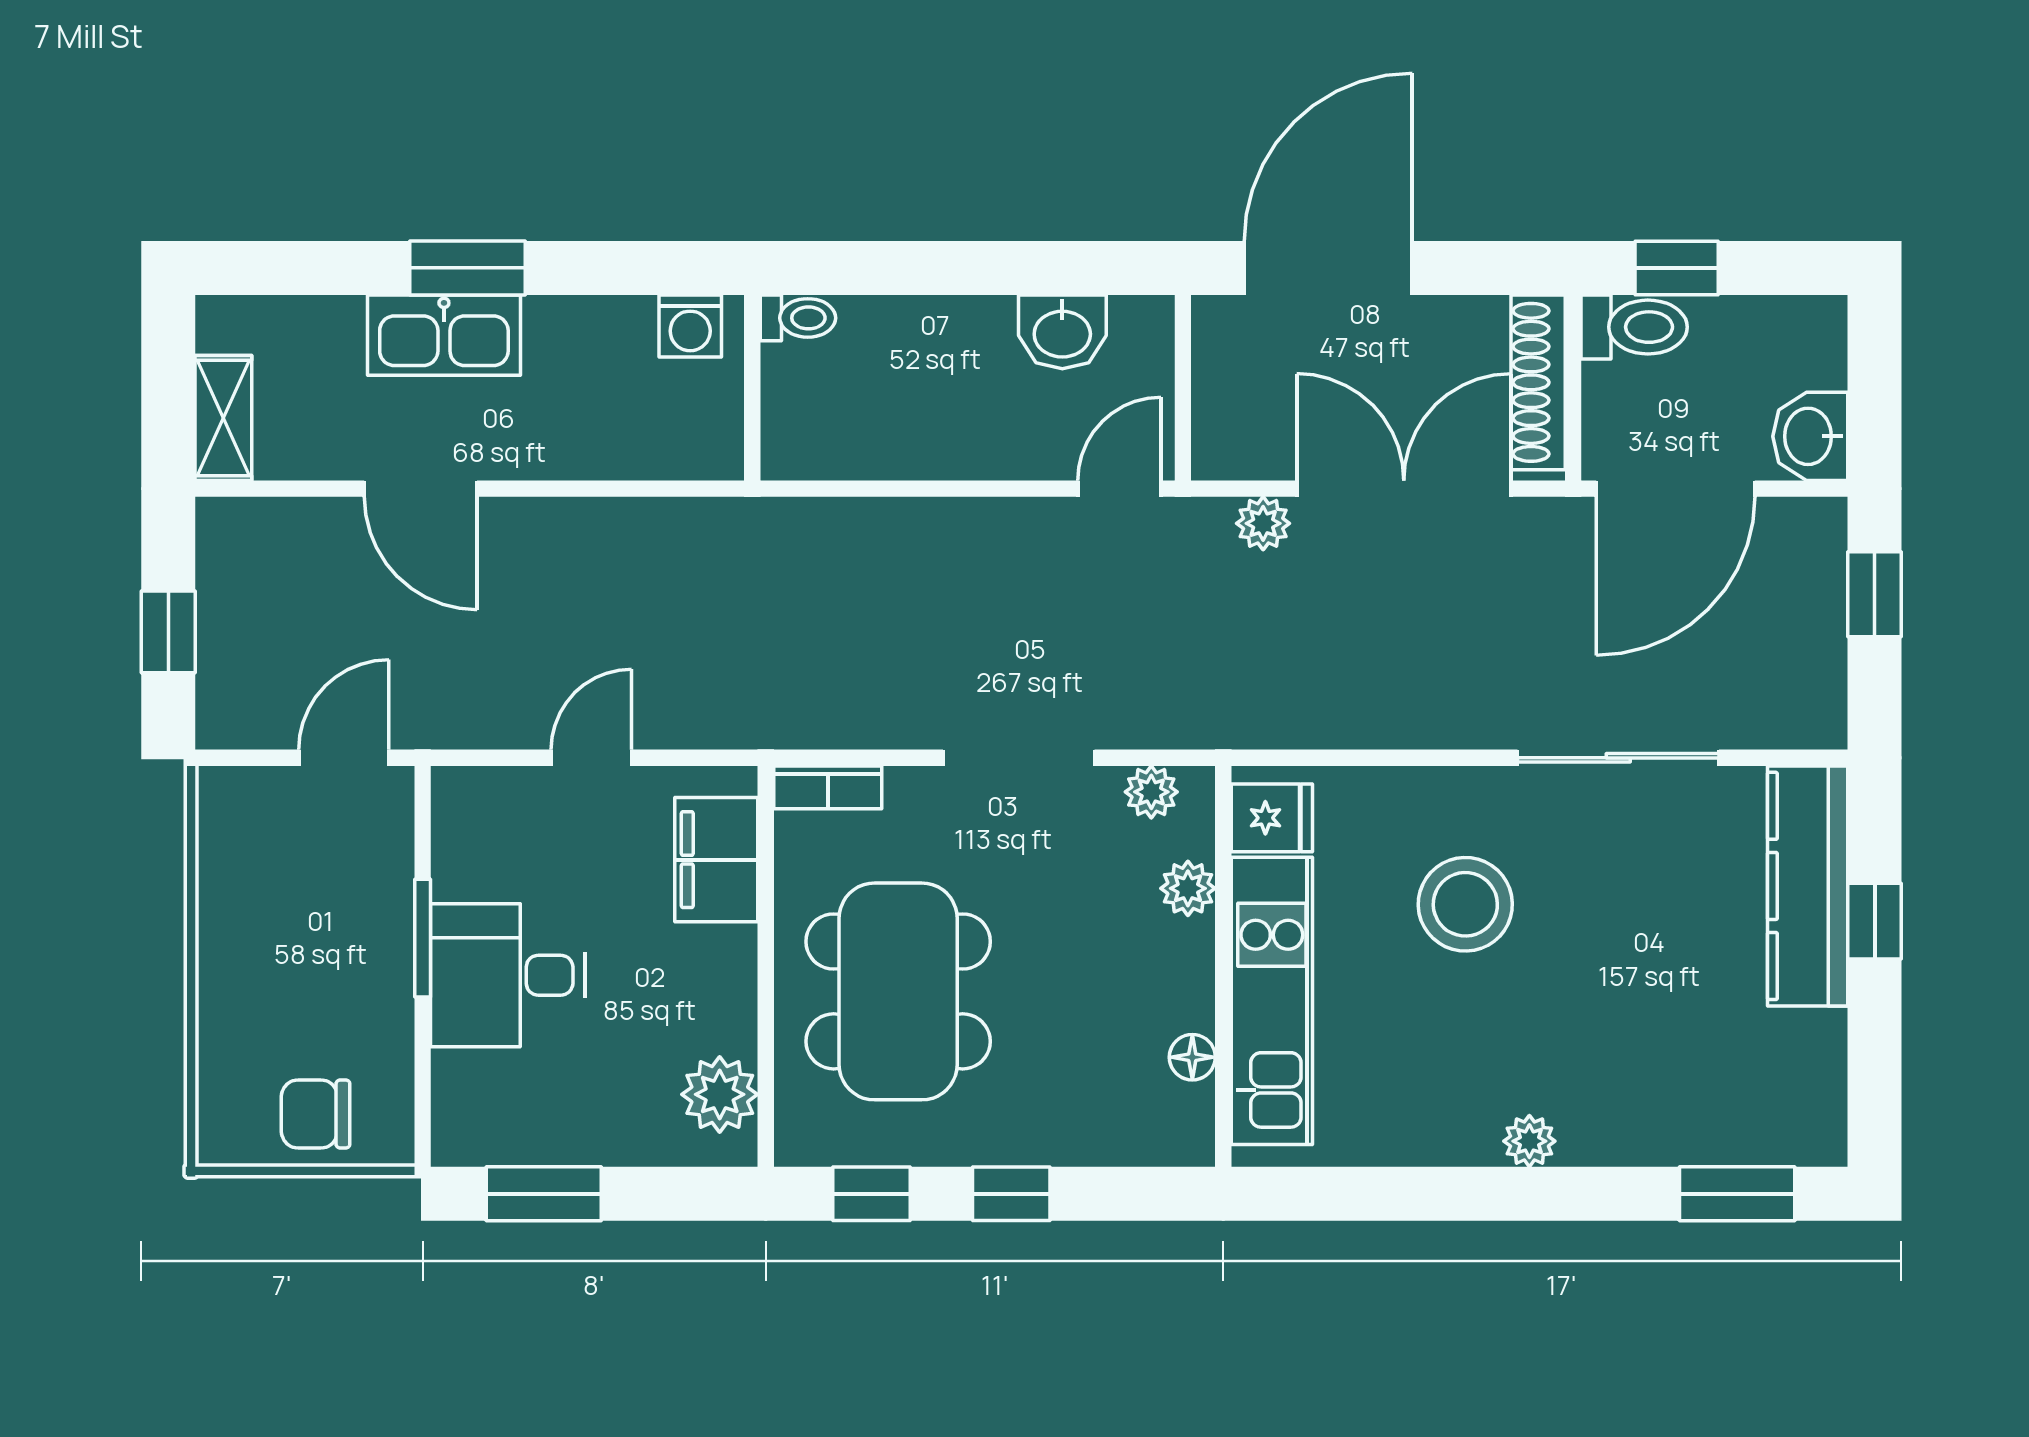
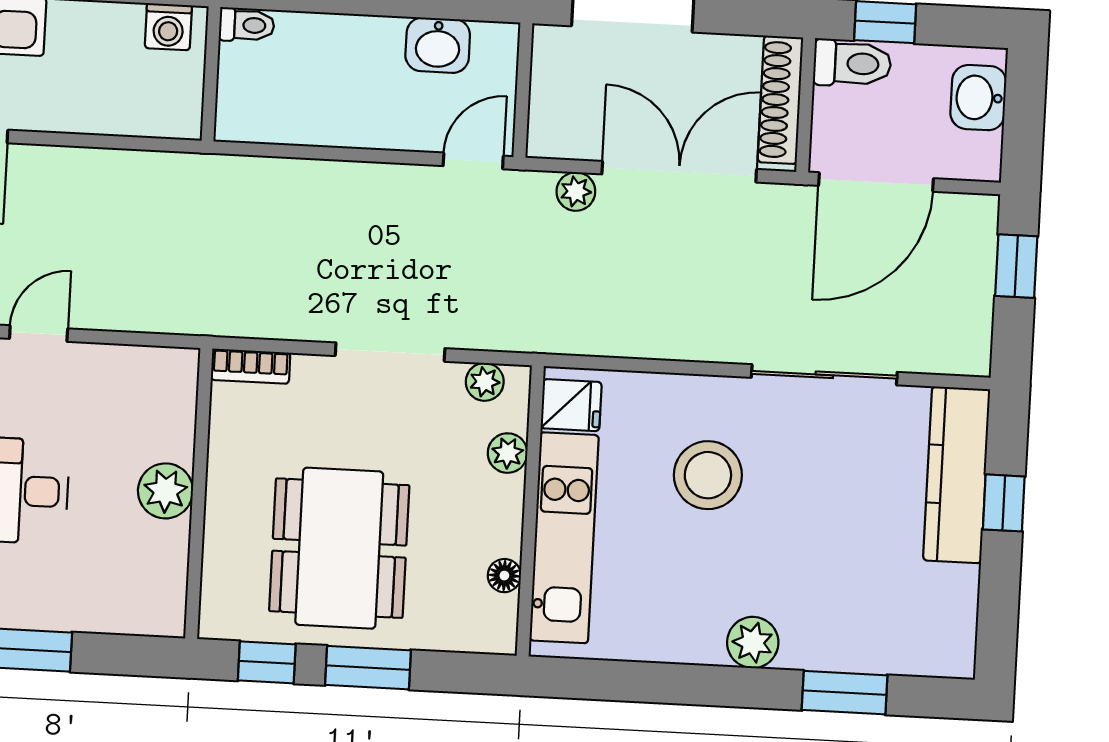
washbasin: (1810, 436) -> (978, 98), moved
door: (591, 758) -> (39, 334), moved
filing cabinet: (716, 860) -> (167, 414), removed
dining table: (898, 991) -> (339, 548), moved
plant: (720, 1094) -> (165, 491), moved
plant: (1529, 1141) -> (753, 642), width x1.38, depth x1.38
window: (1011, 1194) -> (368, 668), width x1.50
window: (1737, 1194) -> (845, 693), moved

